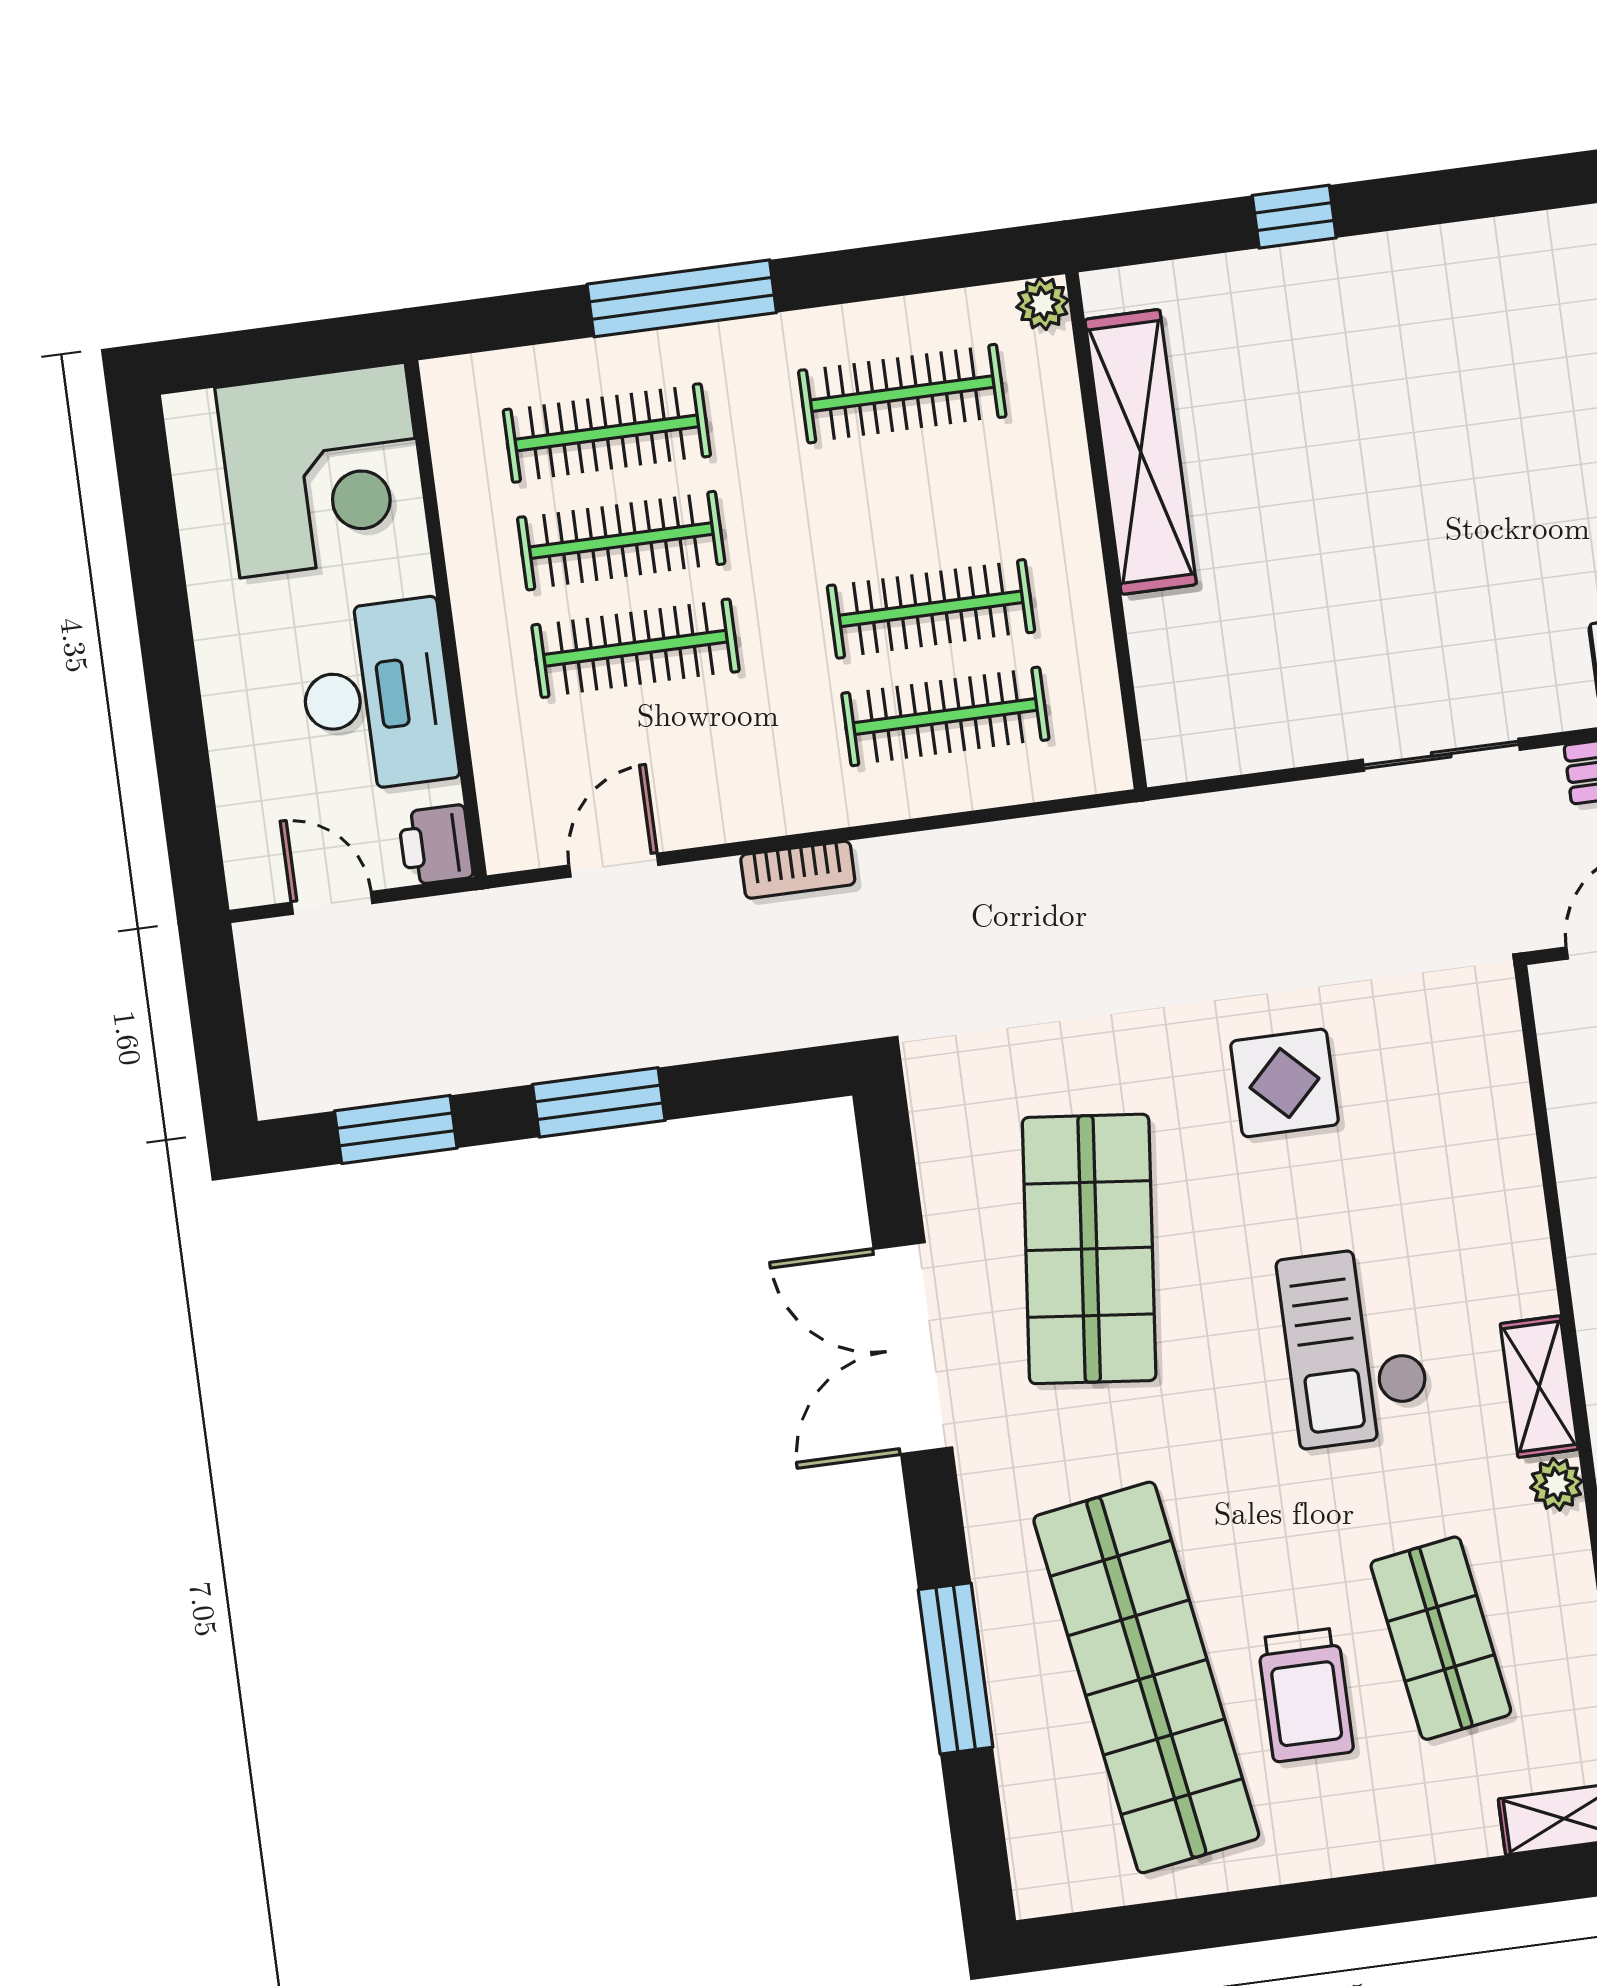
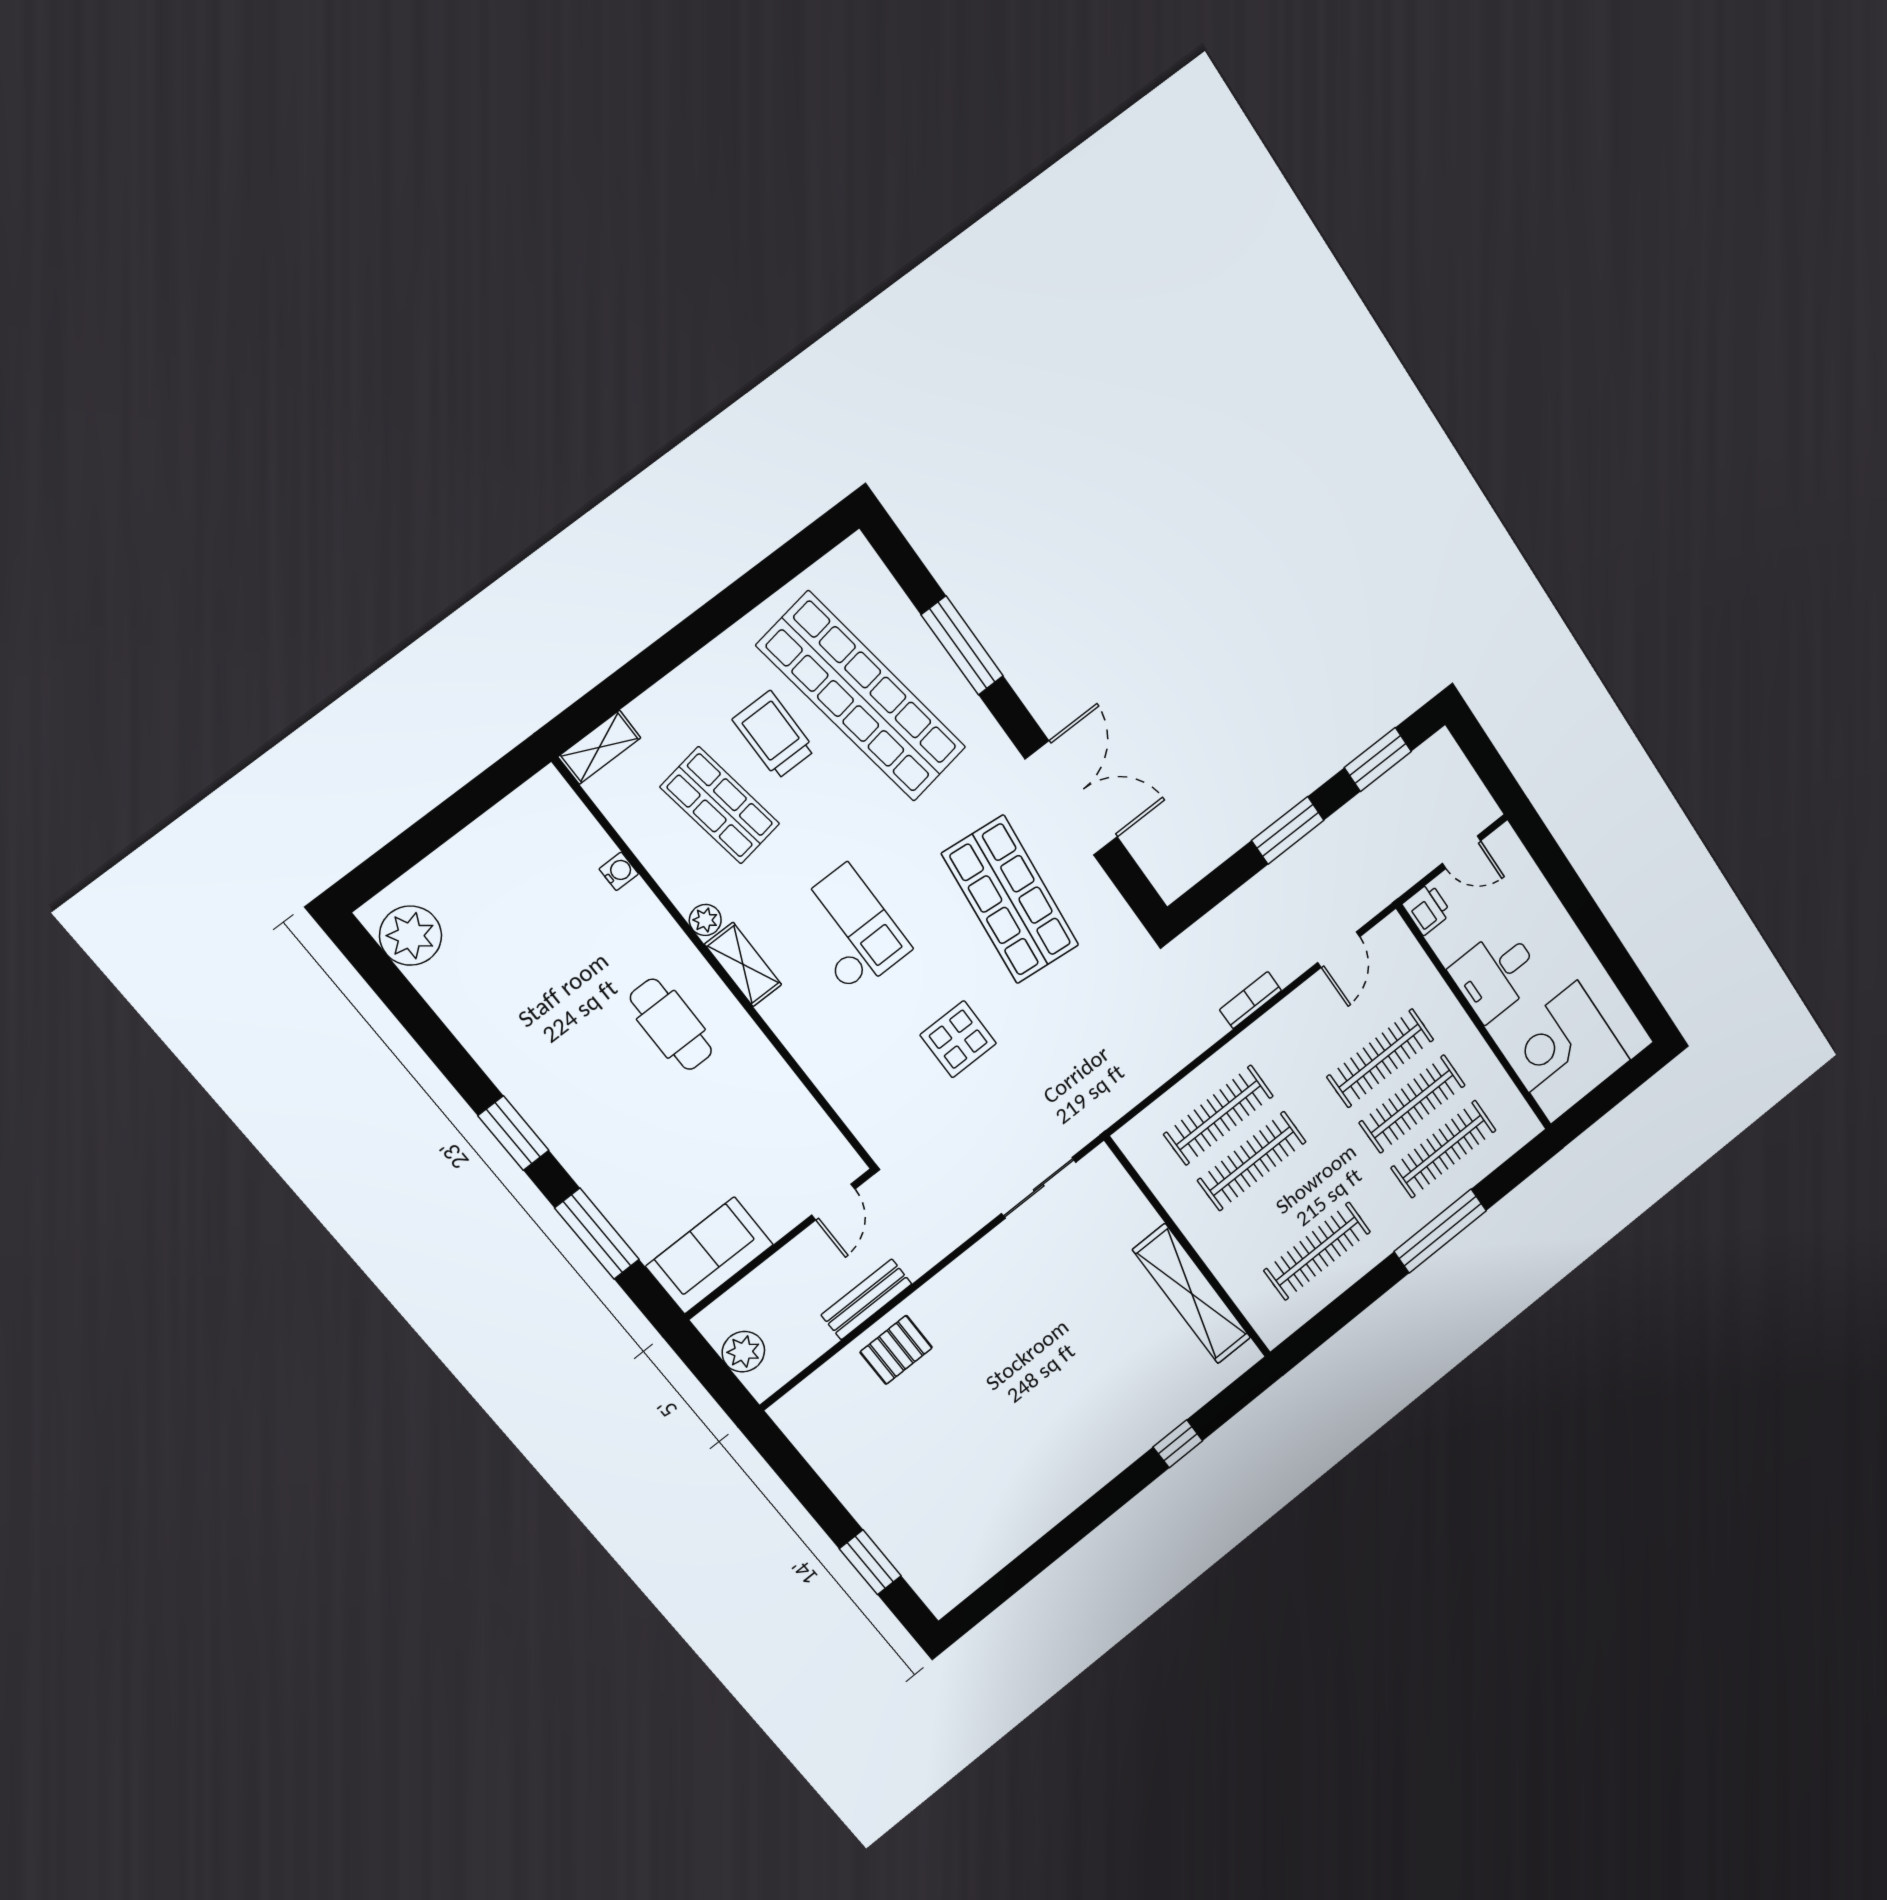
plant: (1043, 304) -> (1274, 1332), removed
desk: (377, 696) -> (1496, 974), width x0.73
sliding door: (1441, 755) -> (1039, 1188), moved

